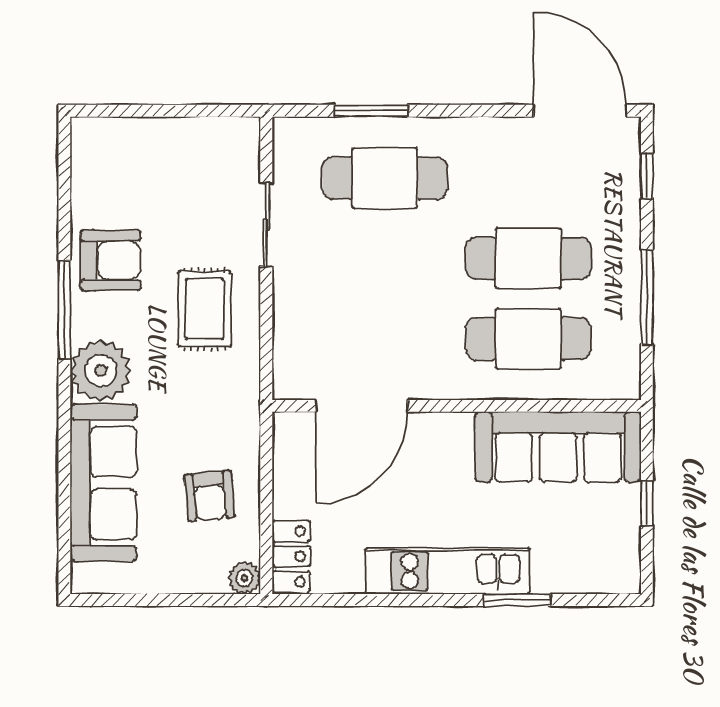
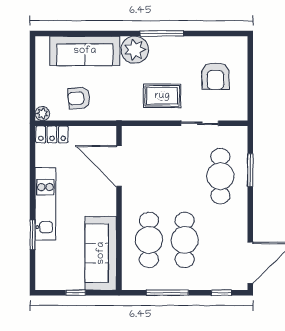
armchair: (111, 260) -> (215, 76), moved

